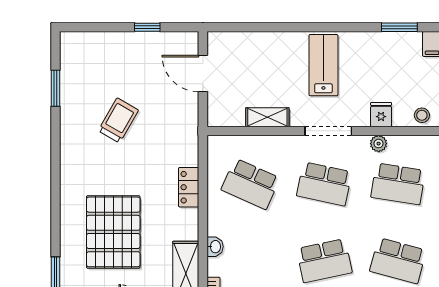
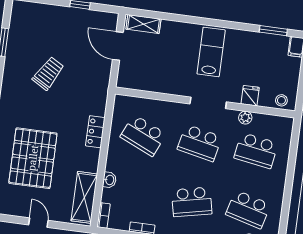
shelving: (267, 117) -> (143, 24), moved

